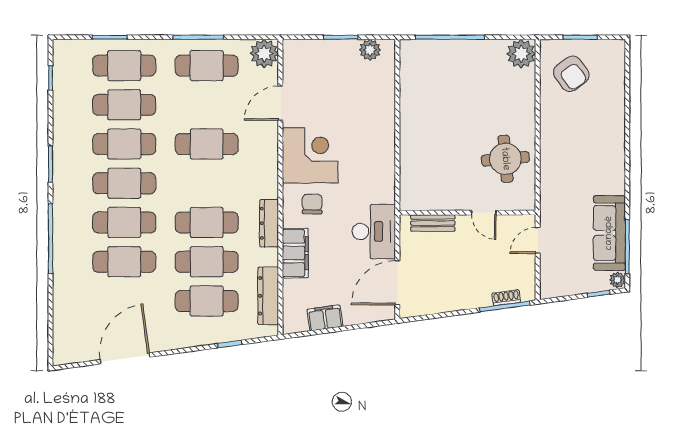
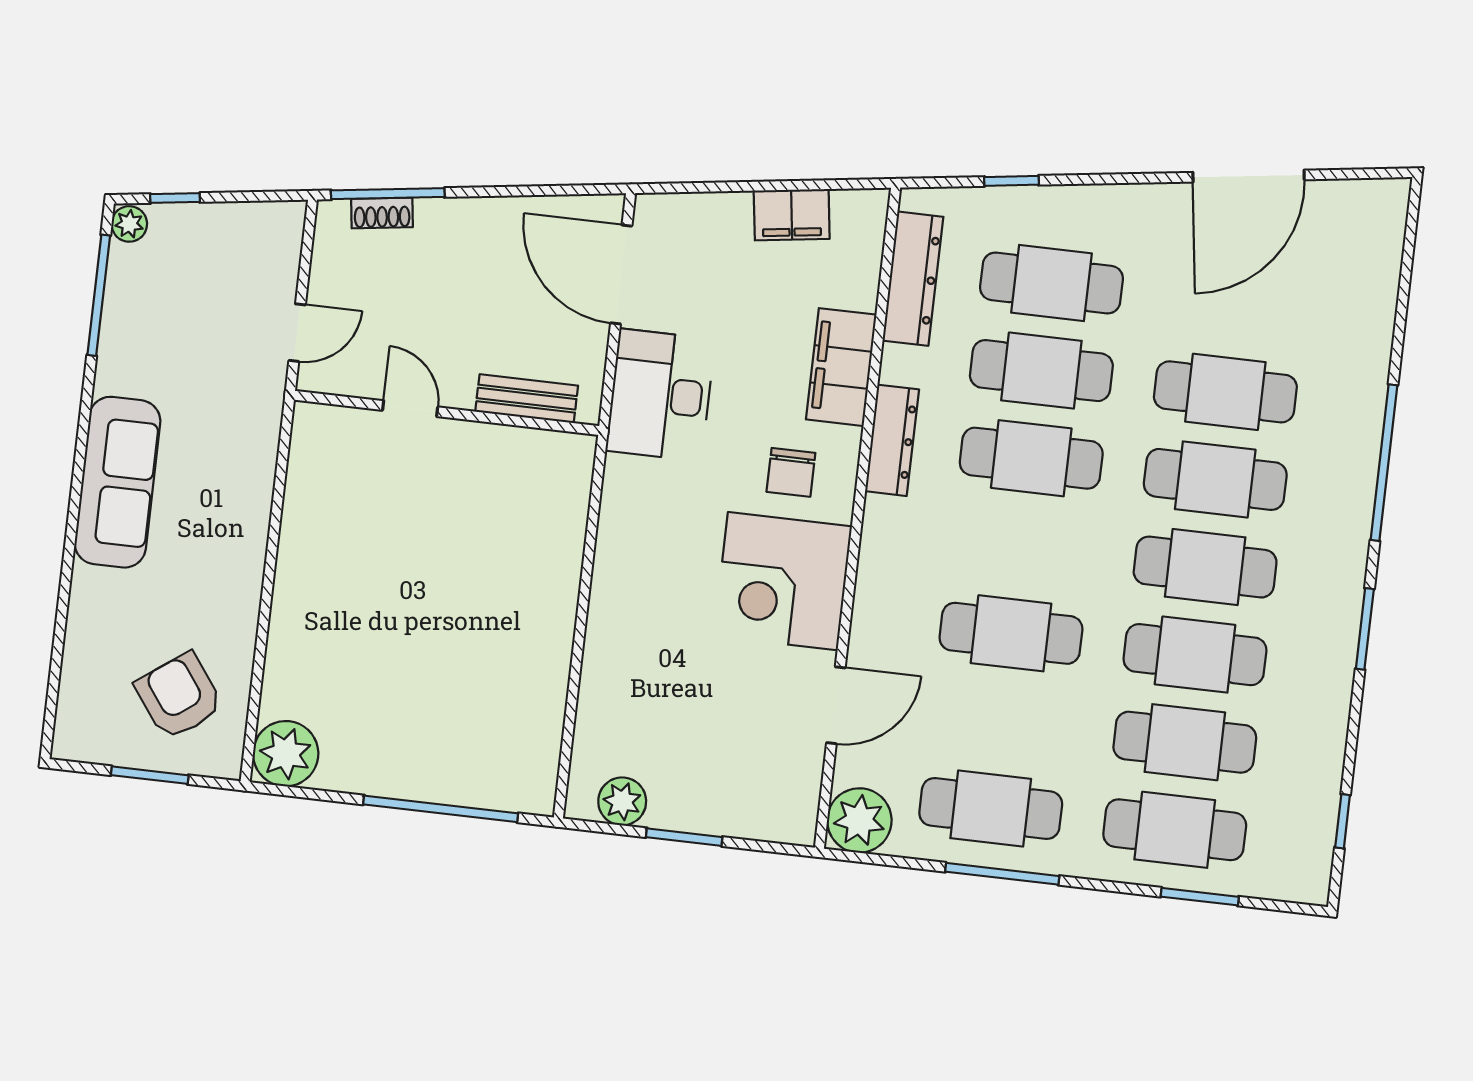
round table: (505, 159) -> (348, 523), removed
sofa: (609, 233) -> (117, 482), moved
door: (397, 283) -> (621, 274), swing flipped

